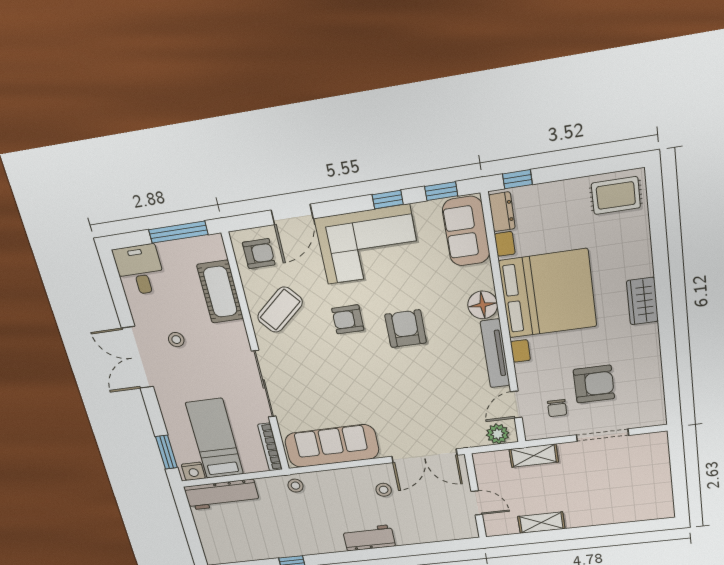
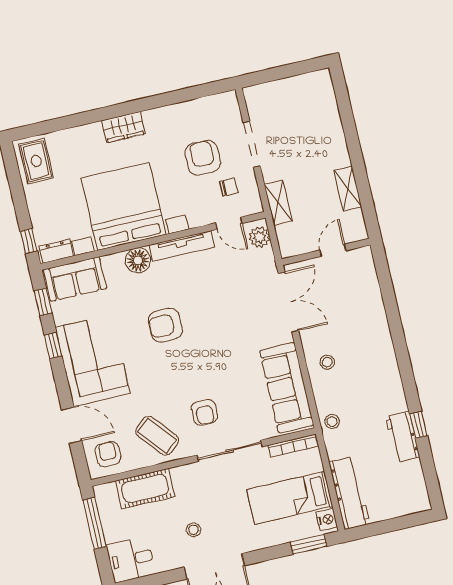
armchair: (348, 319) -> (204, 412), moved
stool: (384, 490) -> (327, 362), moved
workbench: (369, 538) -> (403, 437), moved

